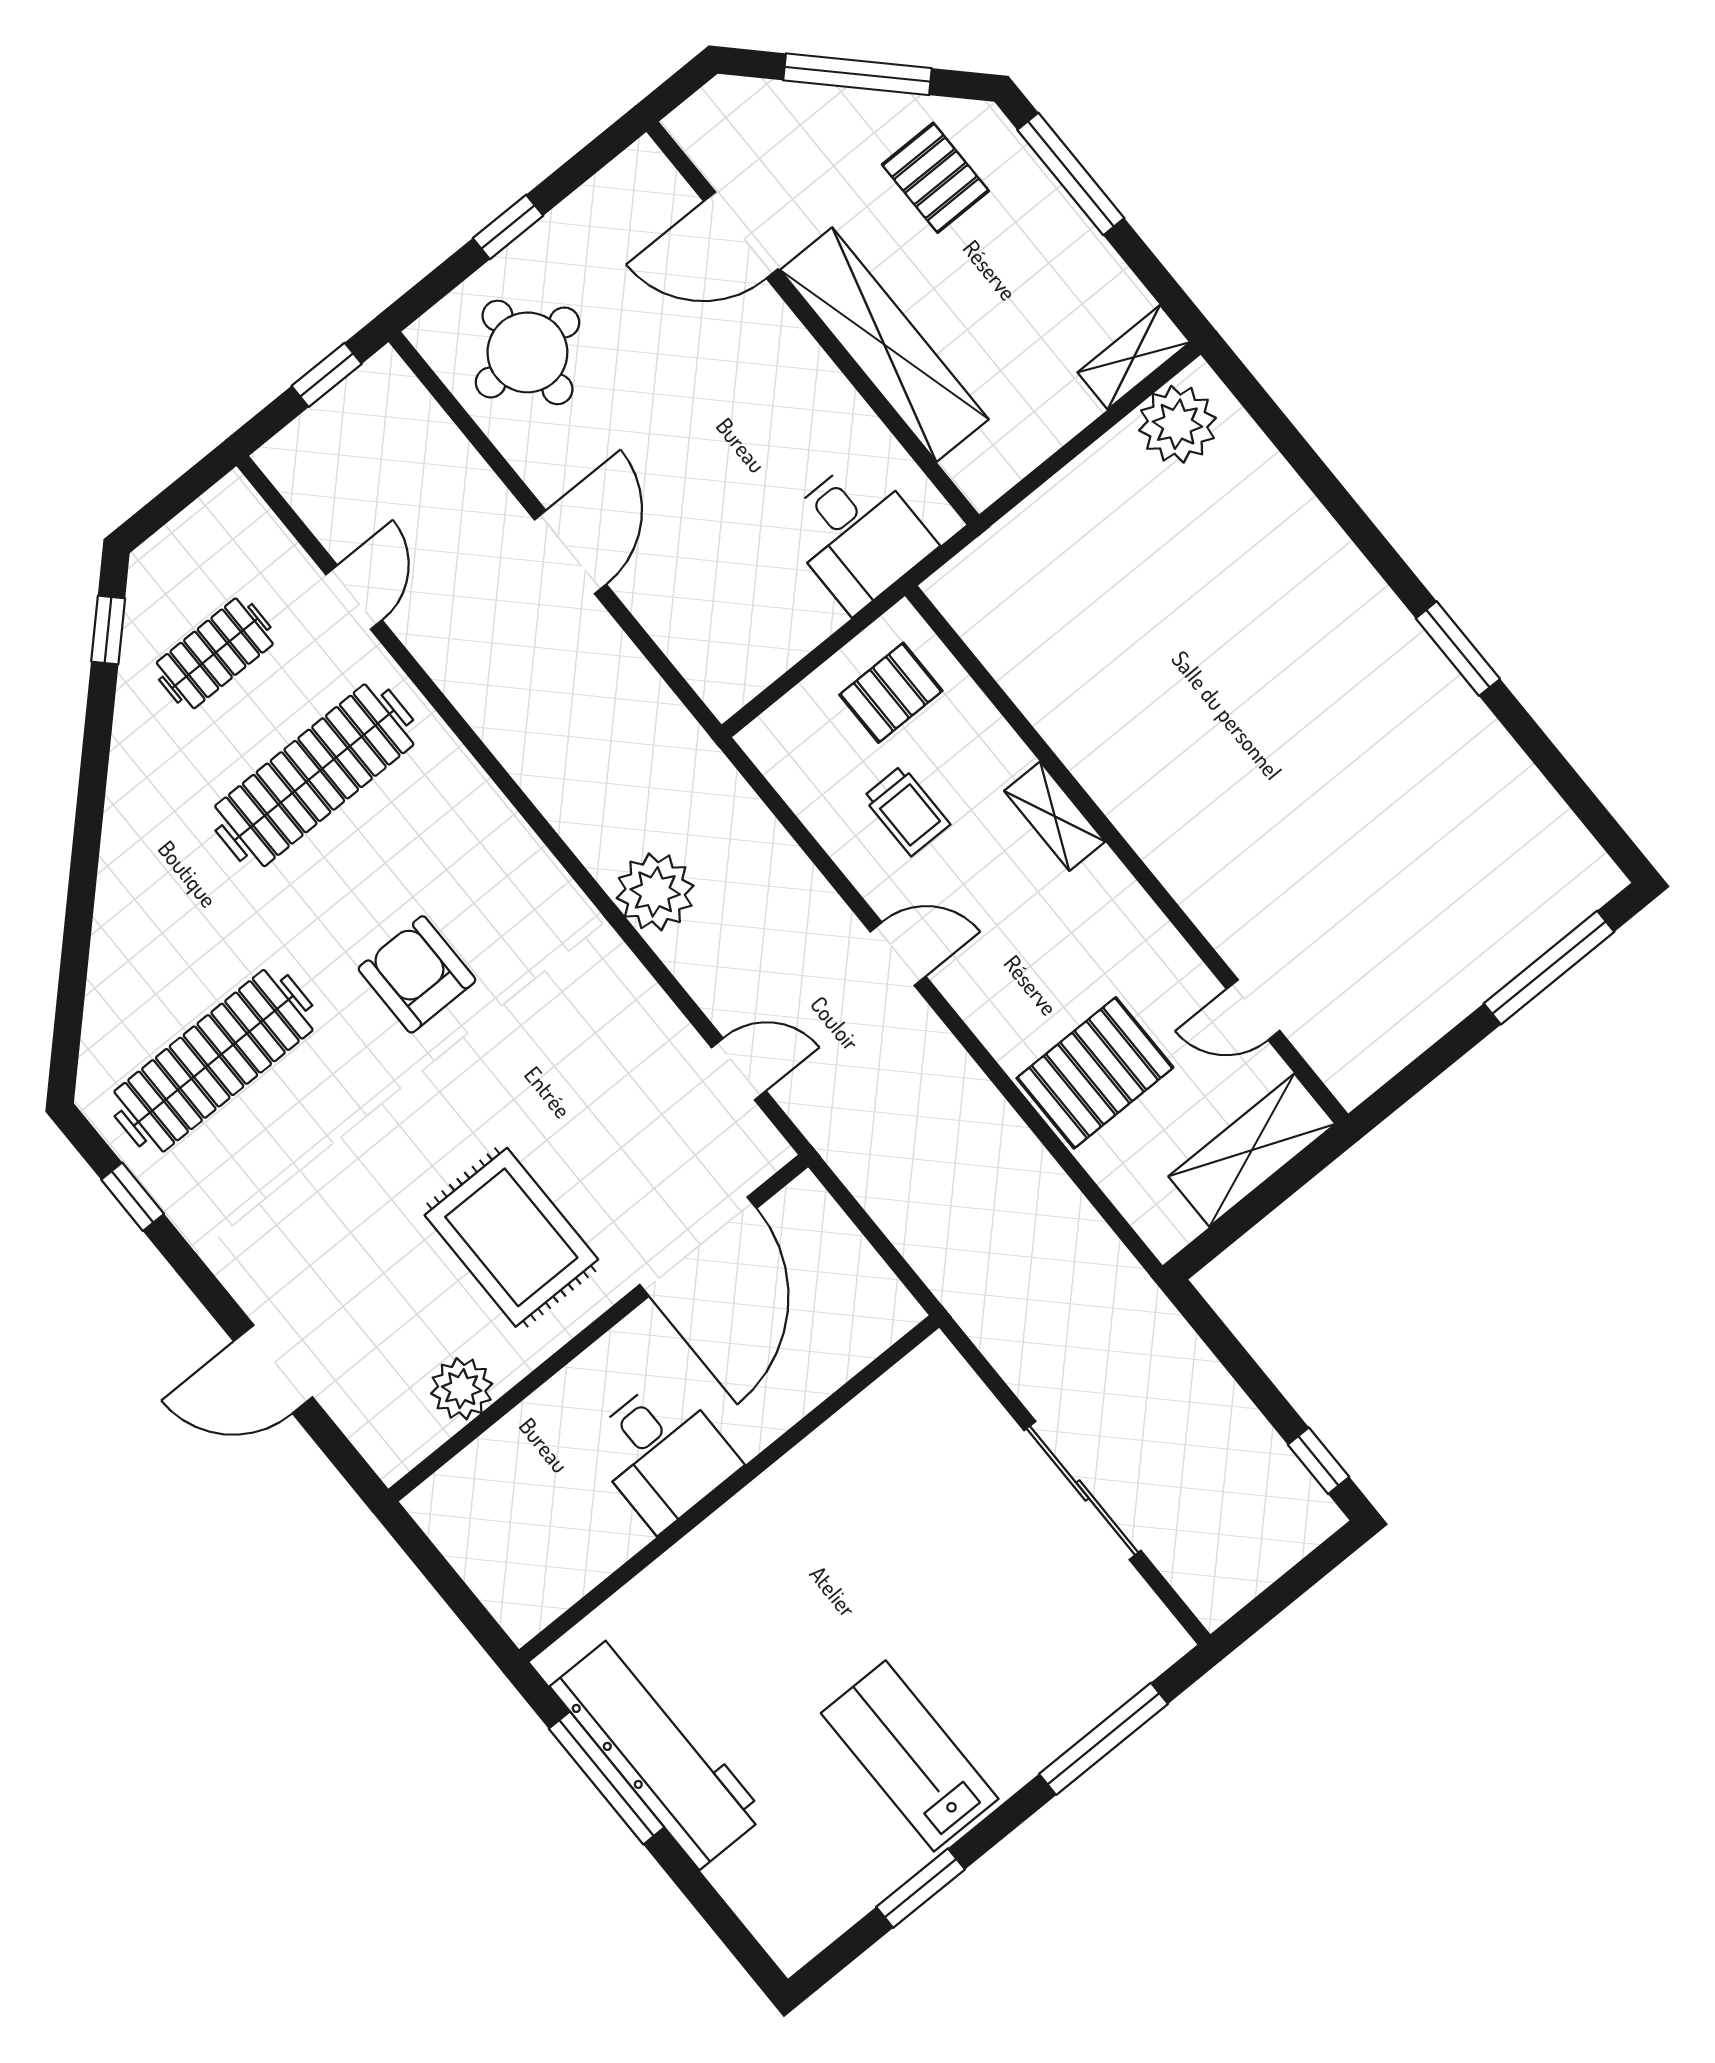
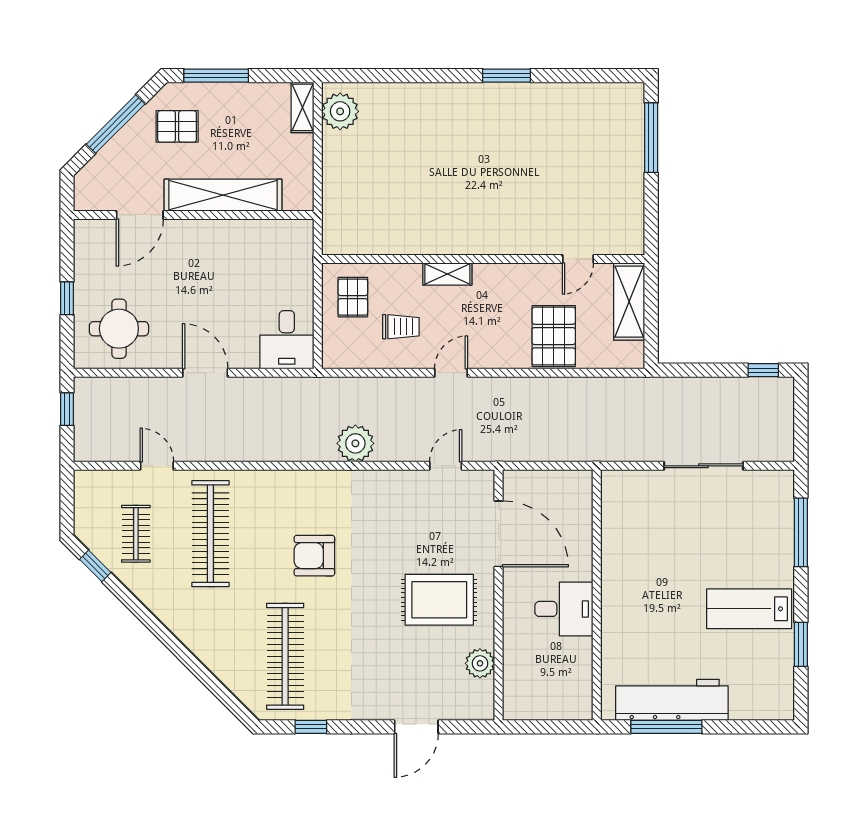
desk: (857, 534) -> (287, 340), moved, turned 90

